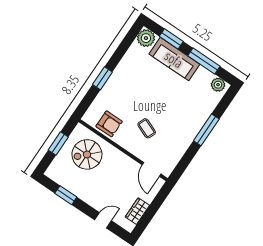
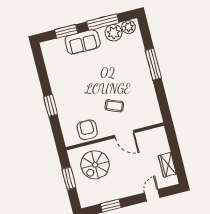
plant: (146, 38) -> (114, 33), moved
sofa: (174, 59) -> (83, 42), width x0.73
armchair: (109, 124) -> (87, 130), turned -90
door: (151, 169) -> (124, 134), moved

